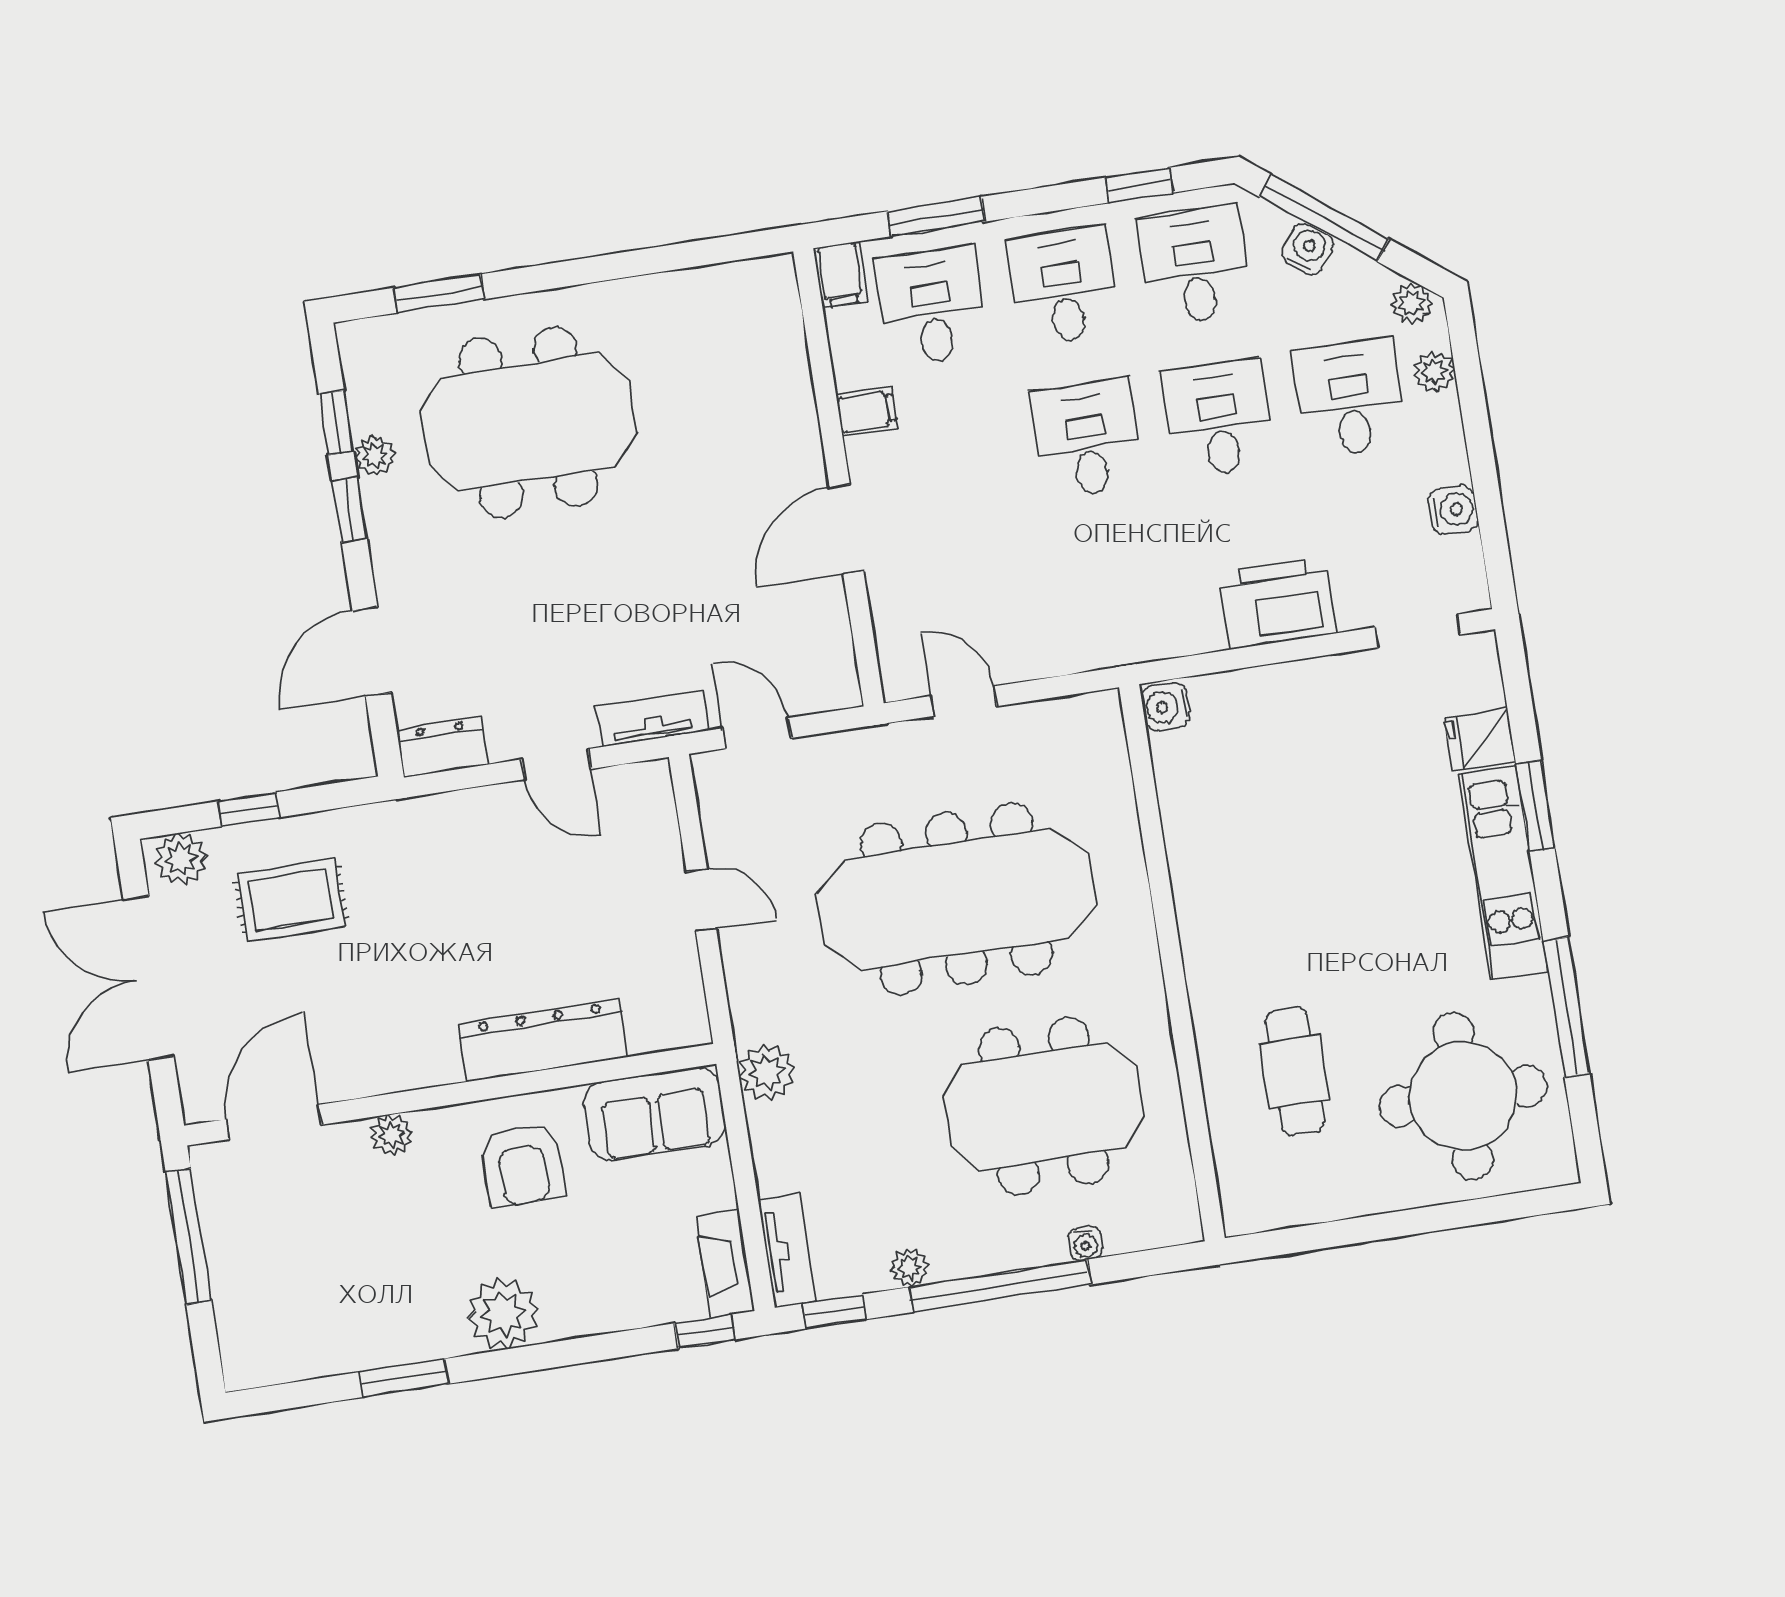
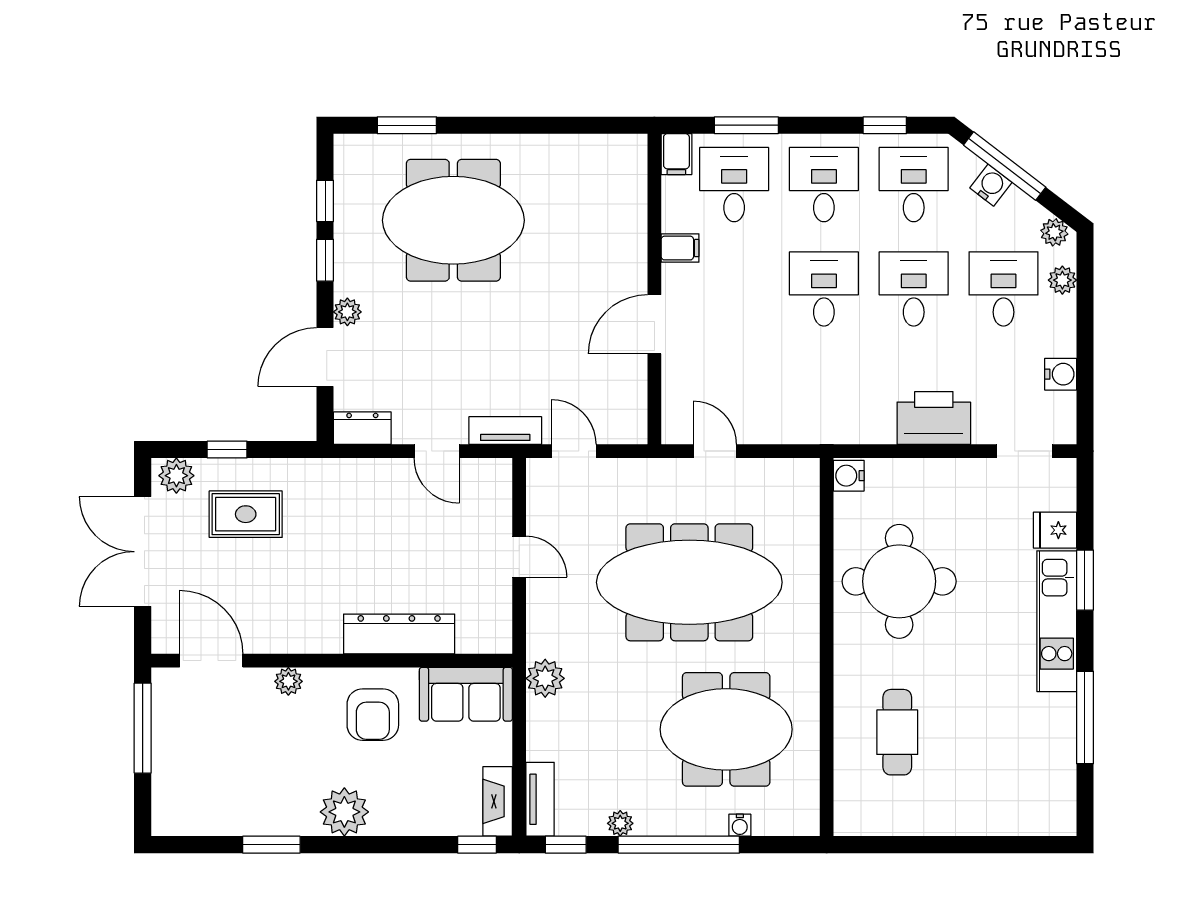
plant: (375, 456) -> (347, 312), moved
round table: (1463, 1096) -> (899, 581), moved
door: (274, 1122) -> (211, 661), hinge flipped

